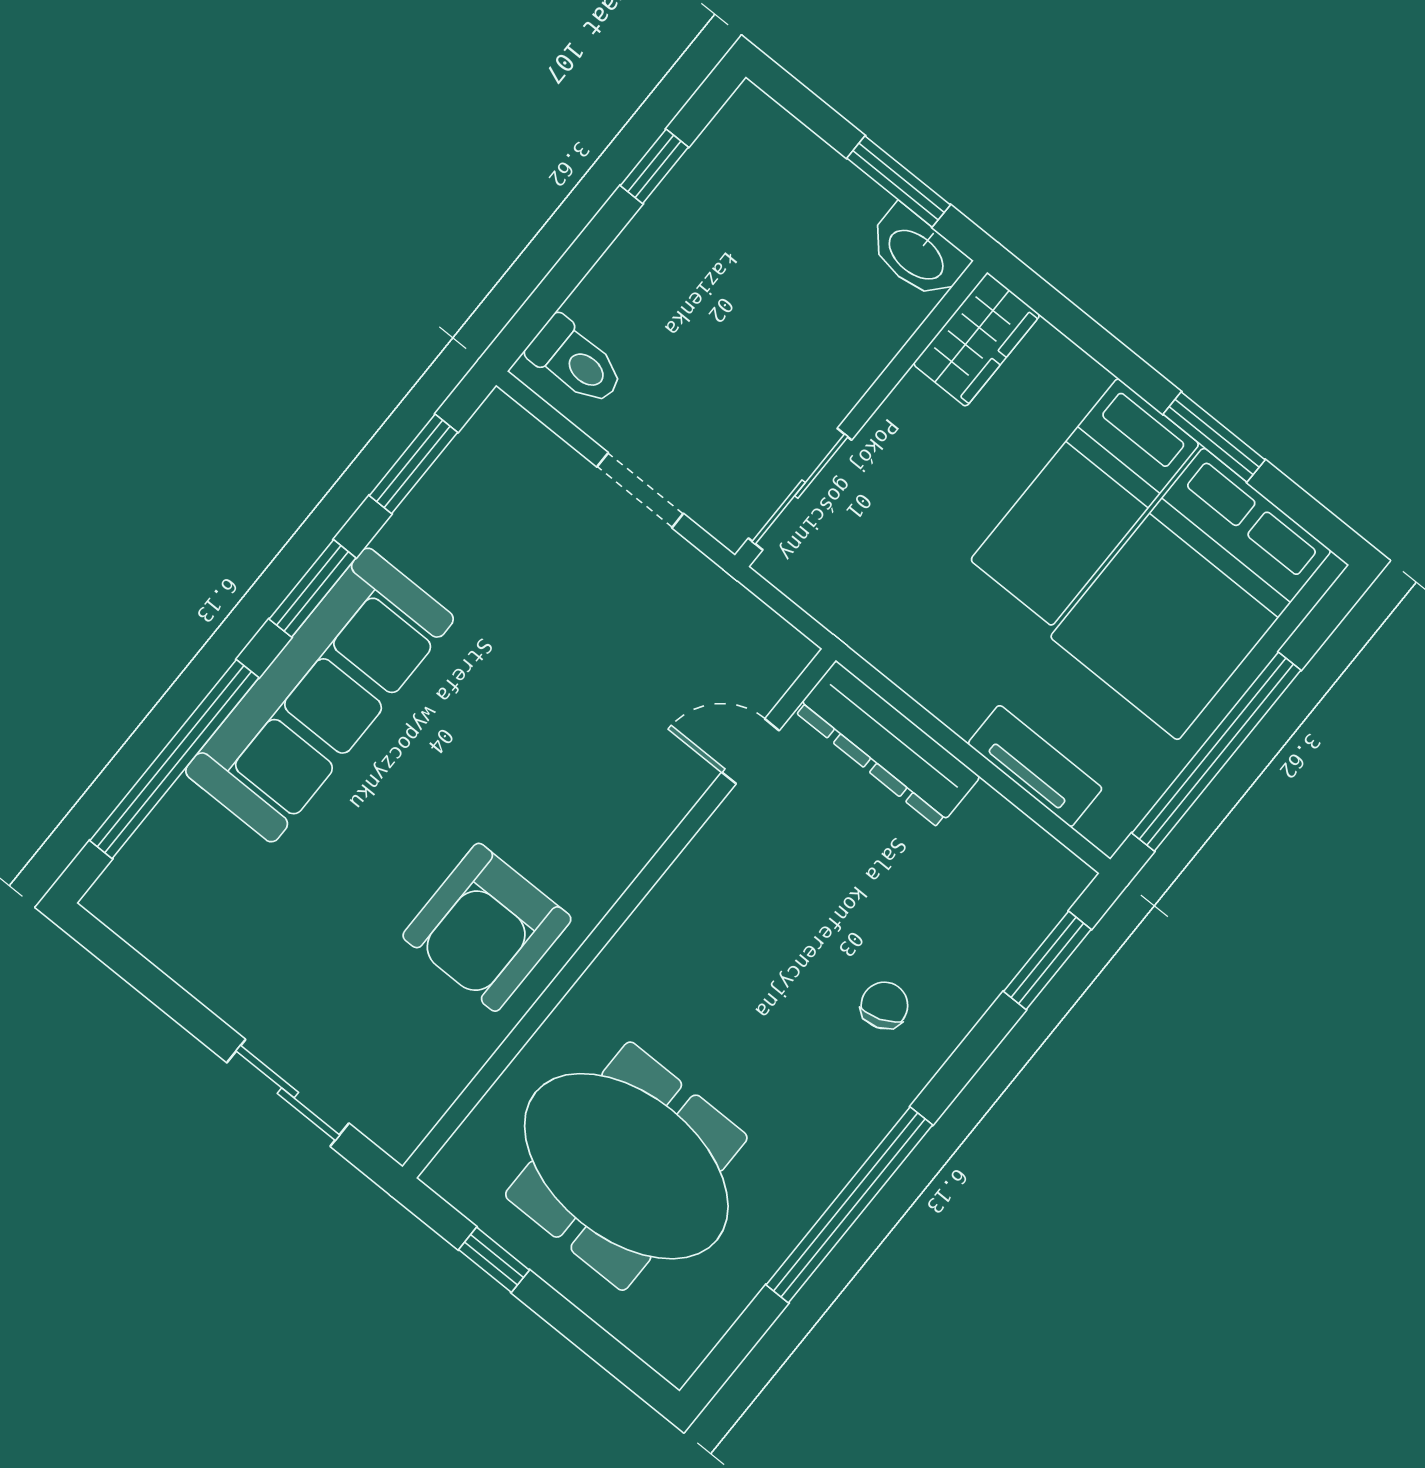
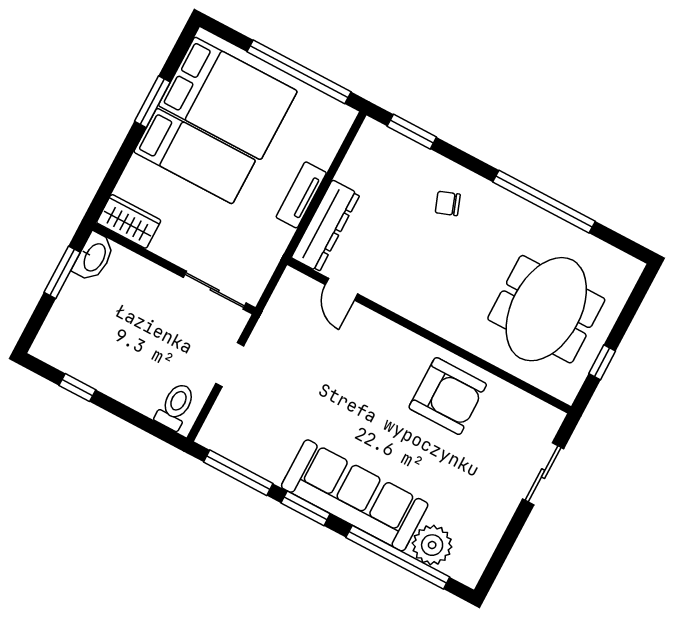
window: (413, 464) -> (238, 473), width x1.44
tv unit: (1035, 766) -> (301, 195), moved
plant: (186, 835) -> (432, 545), added

